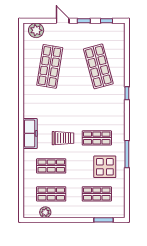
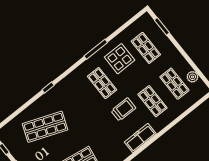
shop shelf: (98, 66) -> (45, 127), turned 36
trolley: (63, 138) -> (123, 109), turned 90

